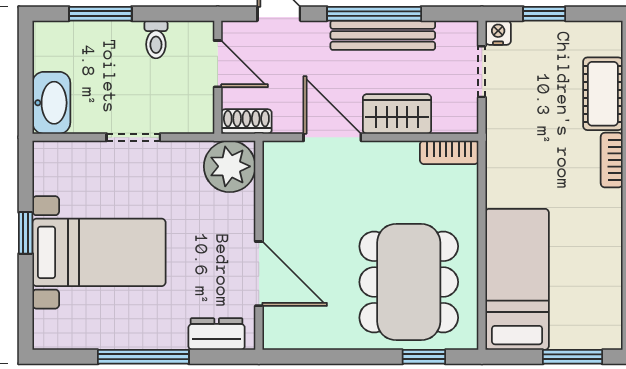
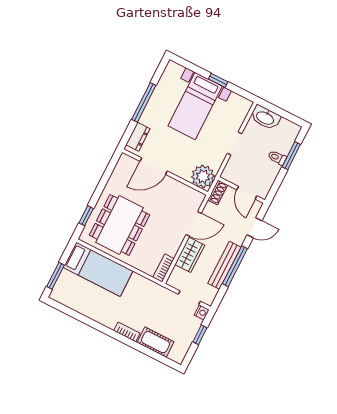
toilet: (156, 39) -> (277, 158), moved
door: (218, 64) -> (247, 193), hinge flipped
dining table: (409, 282) -> (119, 225), turned 90

